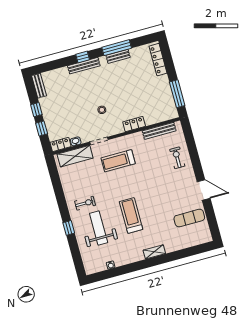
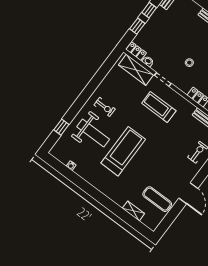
treadmill: (131, 215) -> (123, 151), width x1.37, depth x1.38
window: (69, 228) -> (61, 127), moved
weight bench: (99, 228) -> (93, 133), turned 90
shelving: (154, 252) -> (133, 211), moved

